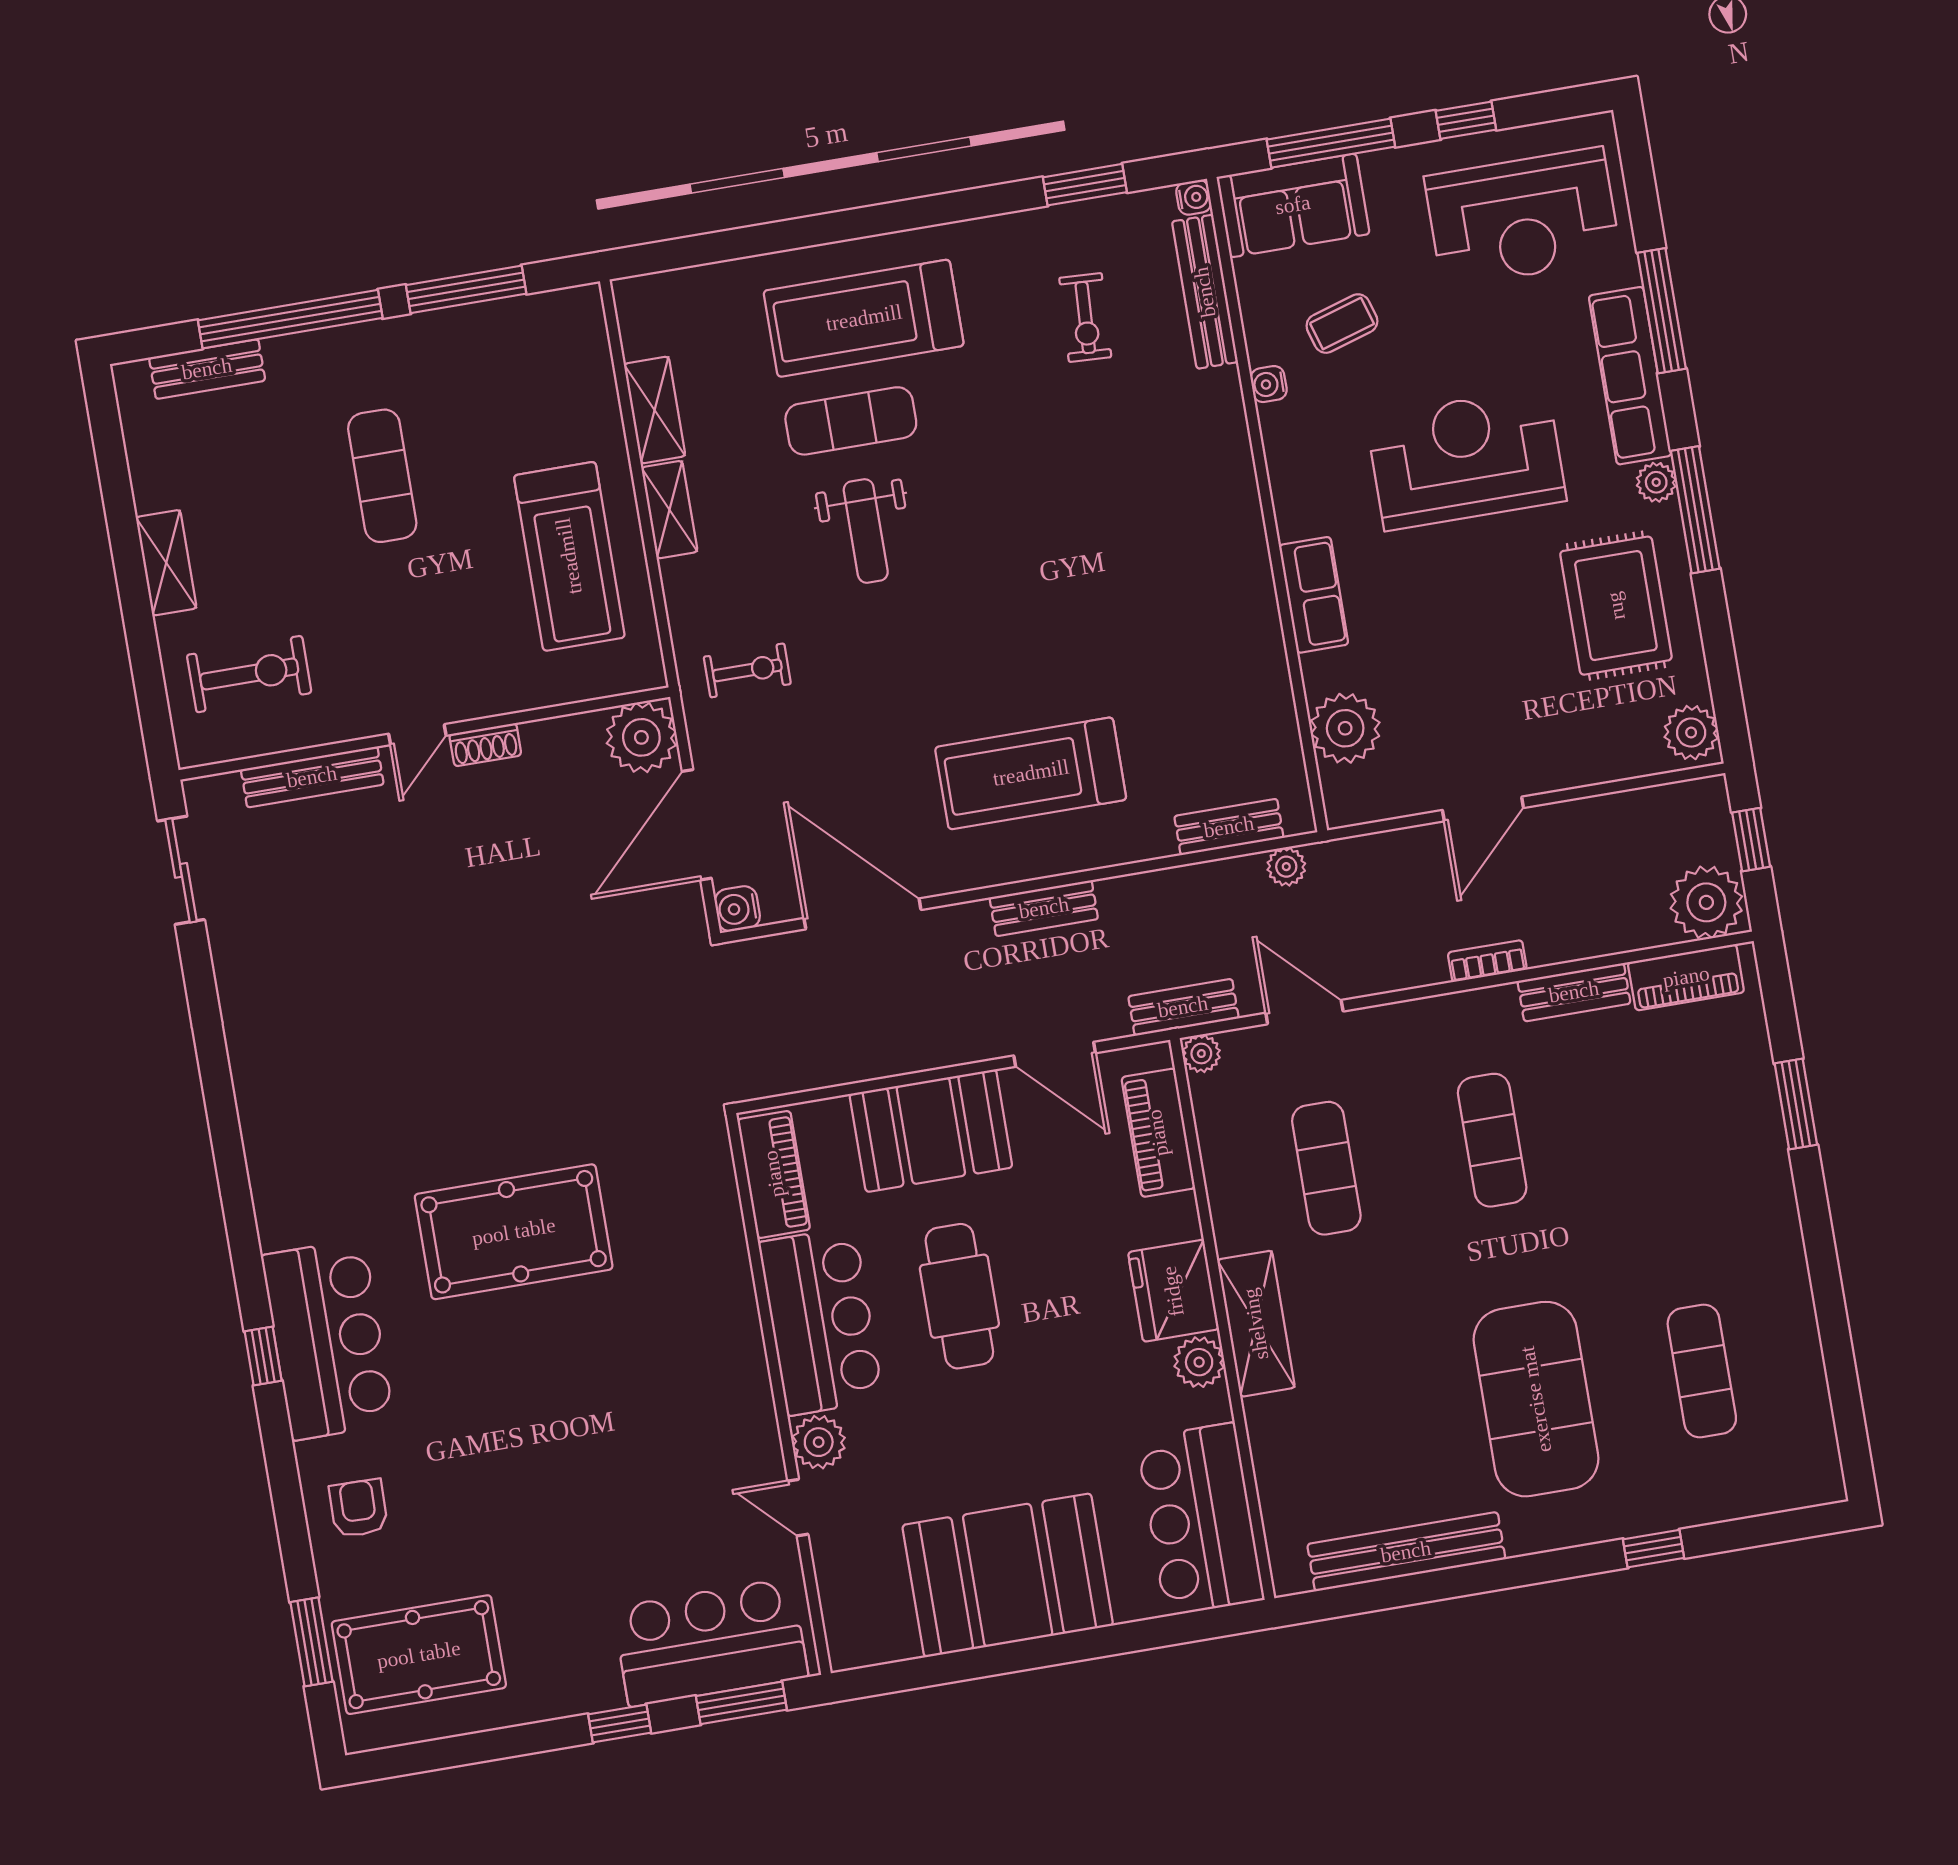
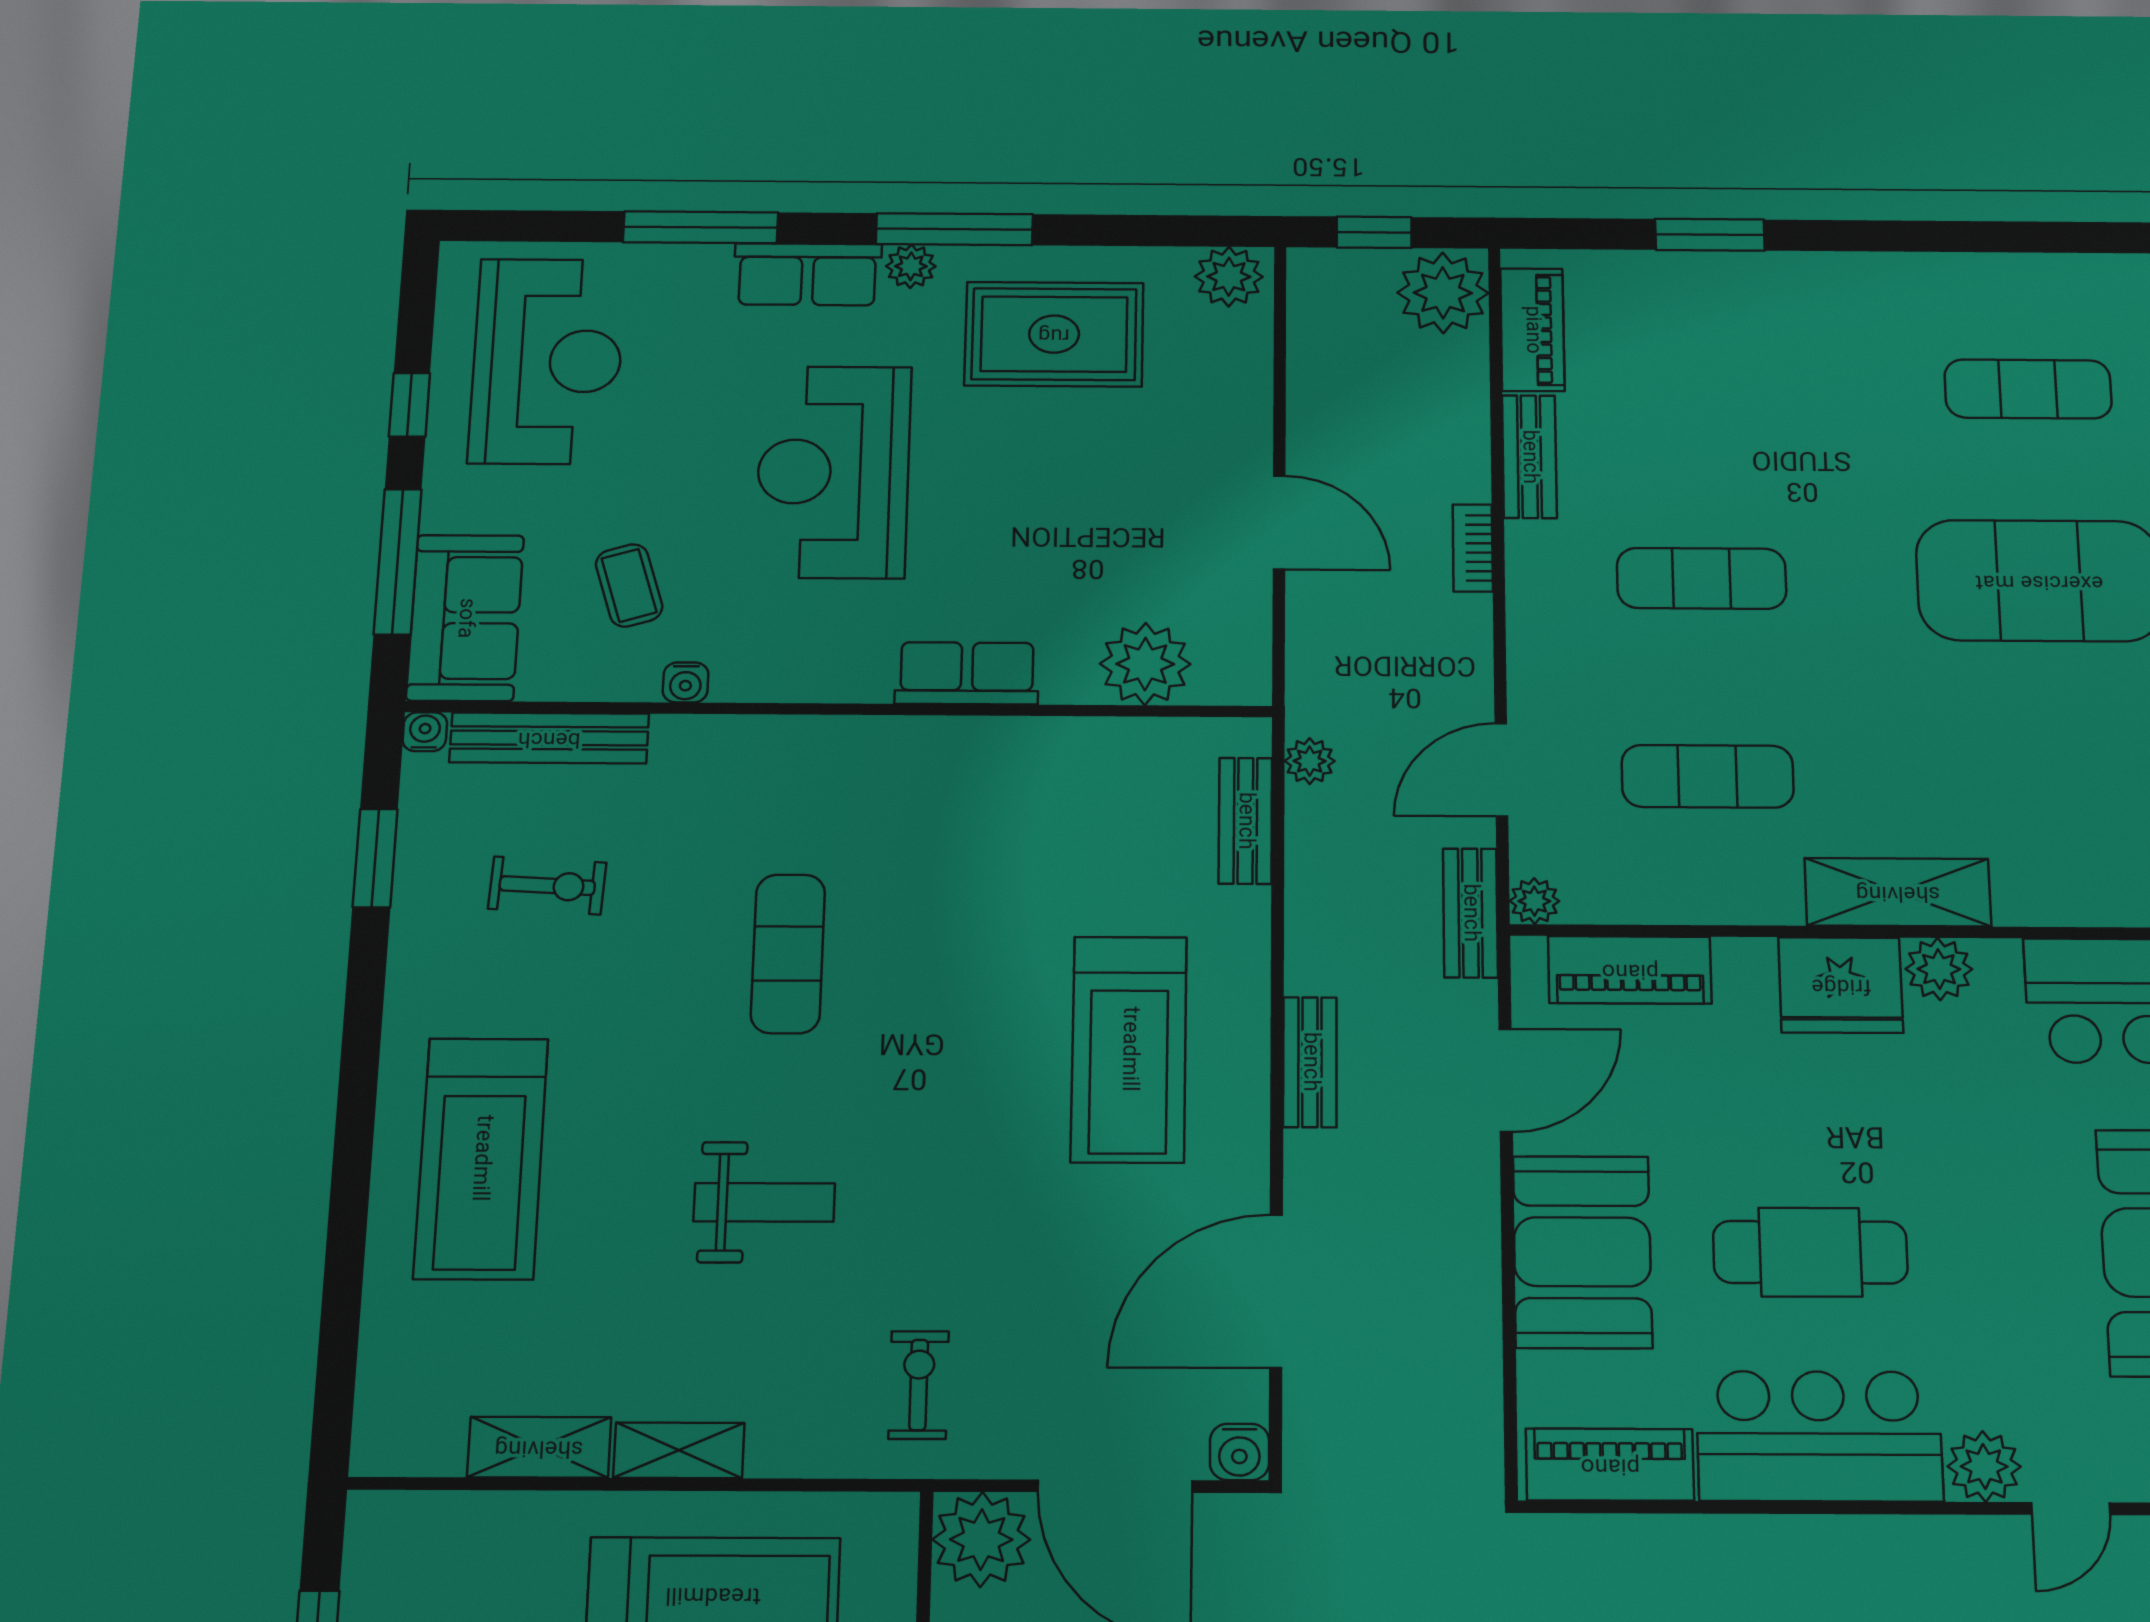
row of seats: (1630, 376) -> (807, 274), width x0.68
exercise mat: (851, 421) -> (788, 954), moved

